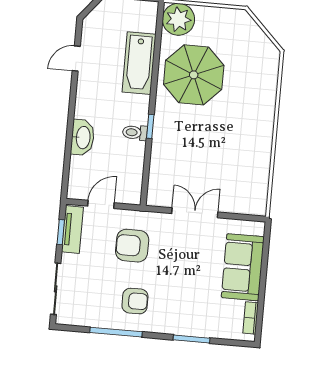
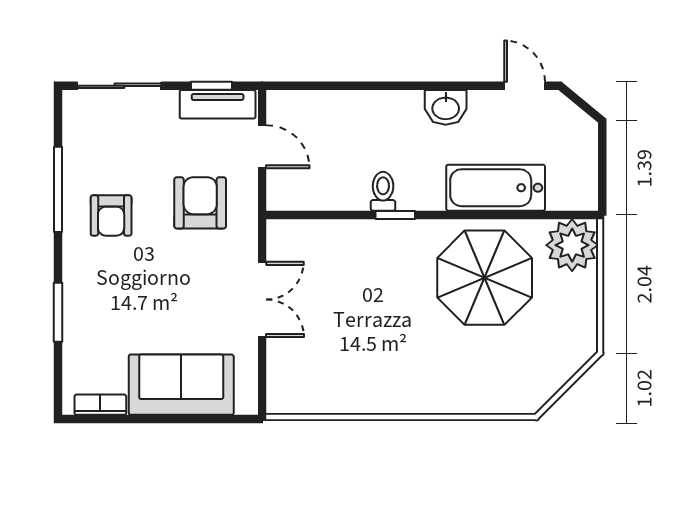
door: (76, 59) -> (525, 86), moved
washbasin: (83, 137) -> (446, 107), moved, width x0.72

